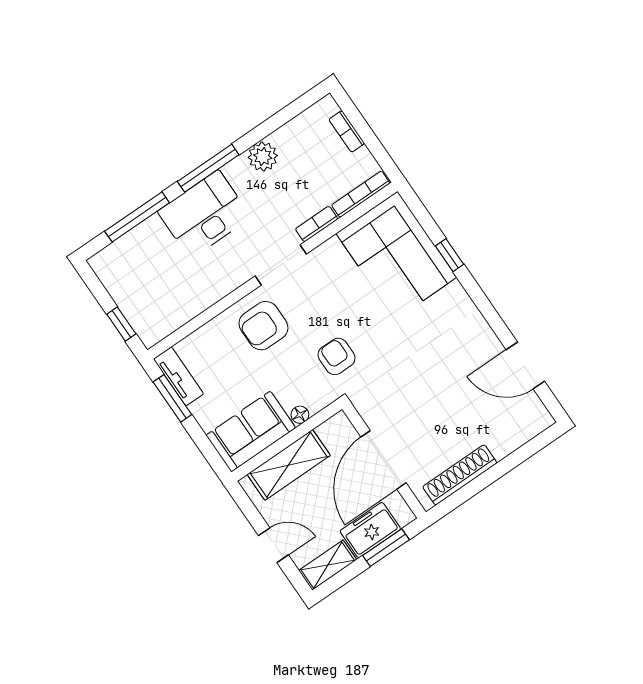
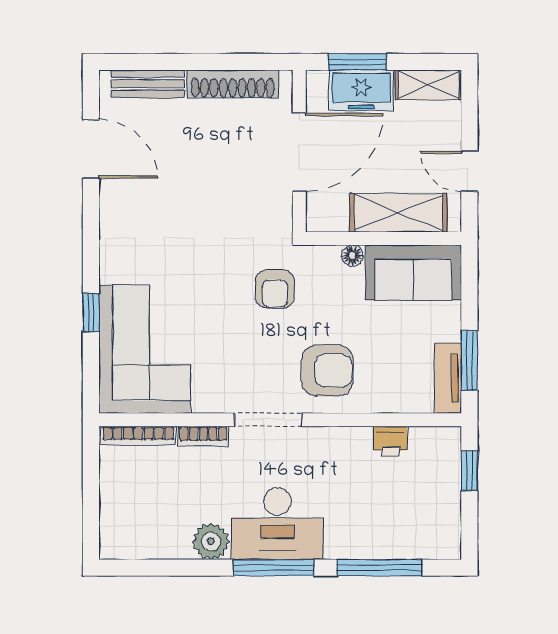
bookcase: (347, 131) -> (109, 509), removed
desk: (204, 214) -> (277, 524), moved
printer: (188, 307) -> (391, 441), added
bench: (517, 436) -> (148, 84), added
door: (273, 545) -> (469, 171), moved

